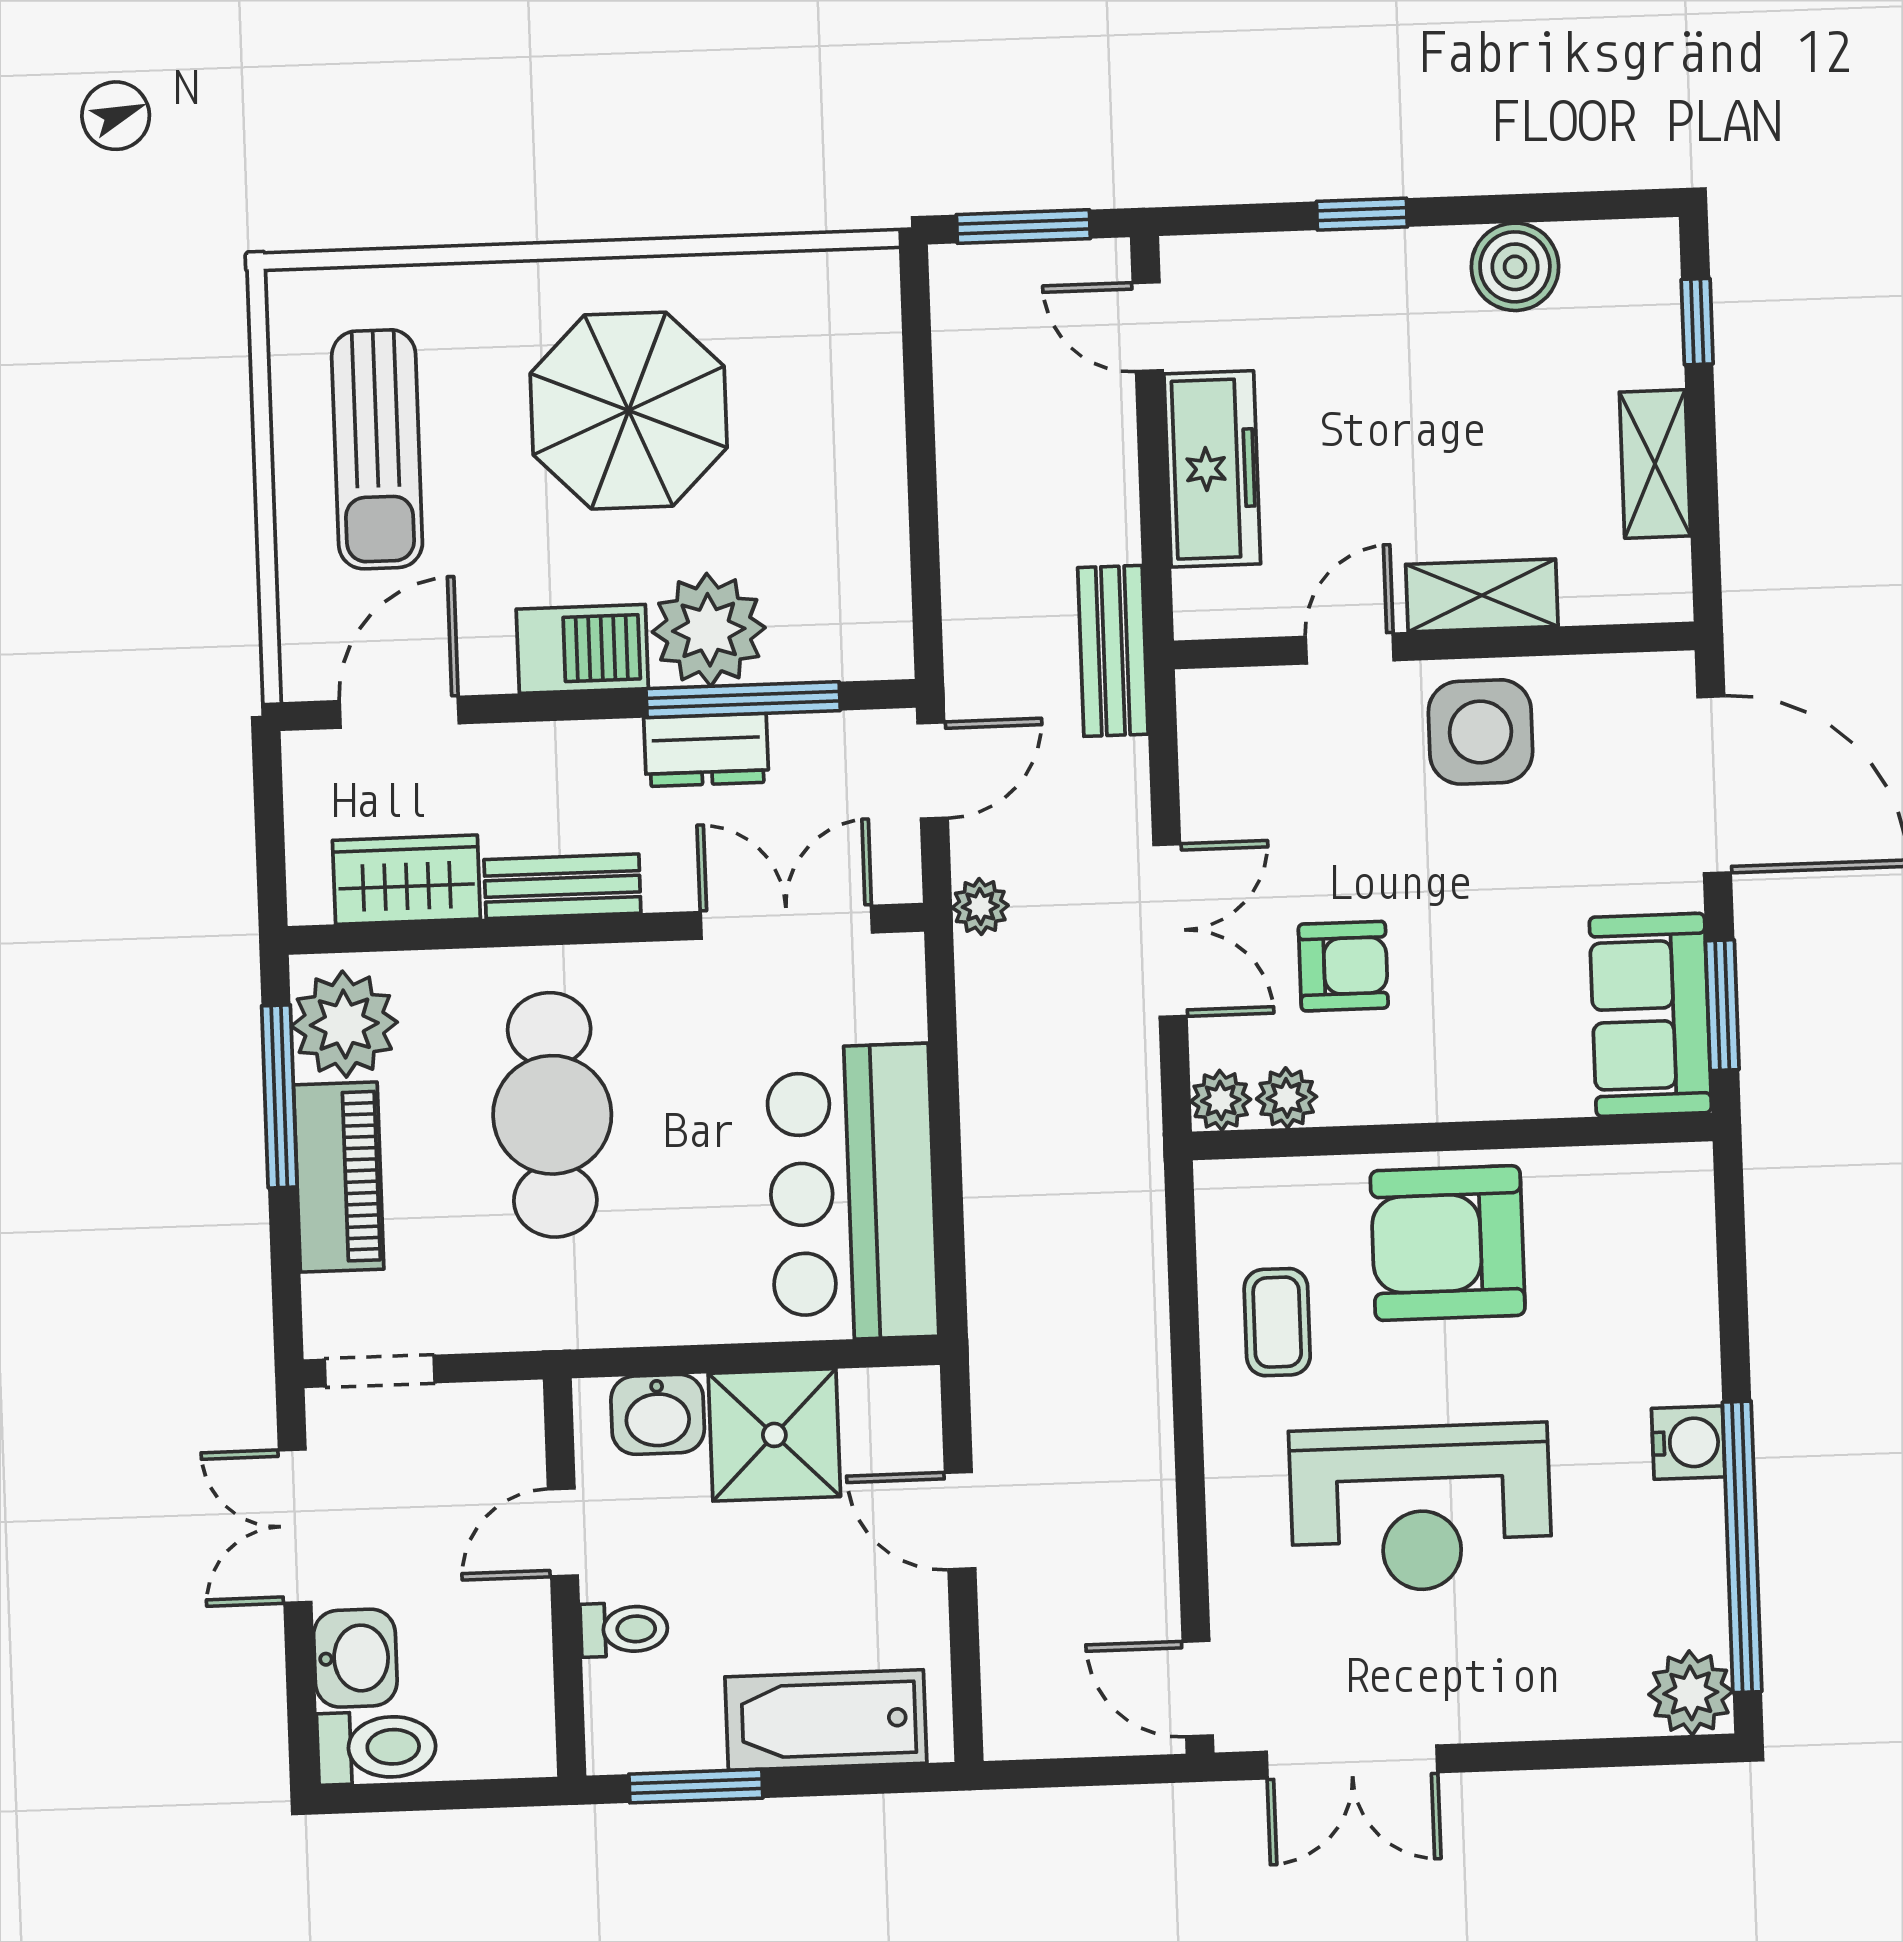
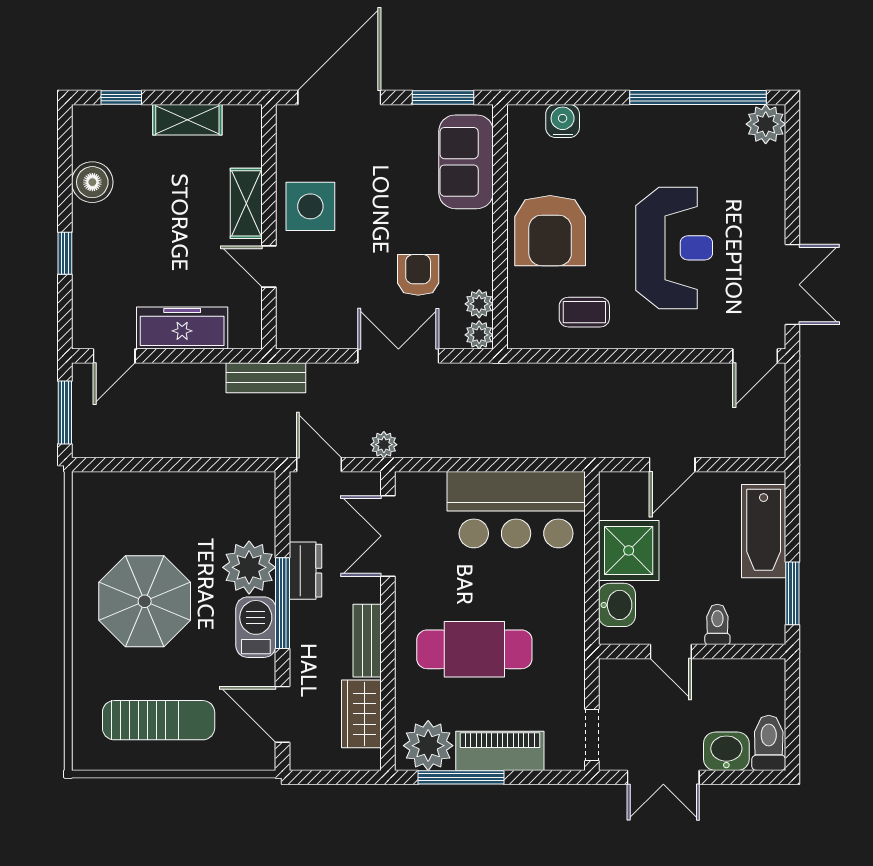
window: (743, 700) -> (282, 603), moved
sofa: (1650, 1015) -> (466, 162), moved, turned 90
water cooler: (1688, 1443) -> (563, 121), moved

